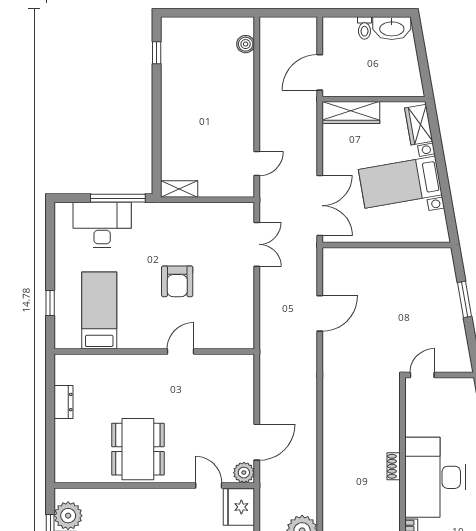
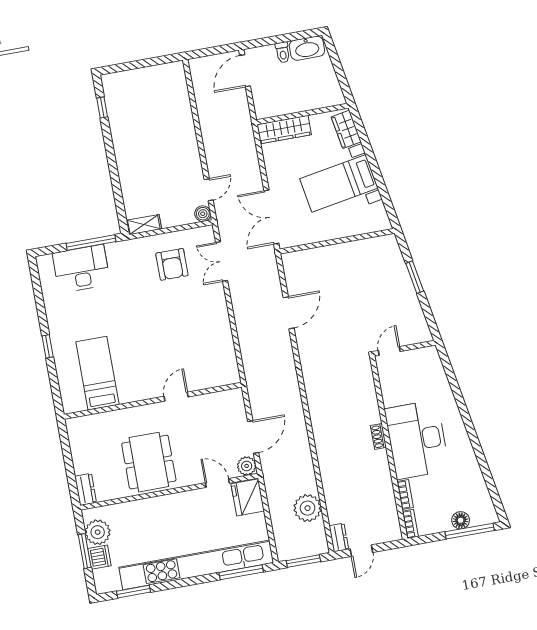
boiler: (246, 44) -> (203, 214), moved
door: (320, 72) -> (245, 71), moved
double door: (320, 206) -> (271, 217), swing flipped
double door: (257, 244) -> (222, 261), swing flipped
armchair: (177, 281) -> (172, 264), moved
bed: (99, 310) -> (97, 373), moved
wall: (154, 351) -> (153, 401), moved
door: (181, 351) -> (176, 397), moved
dresser: (63, 402) -> (86, 489), moved

